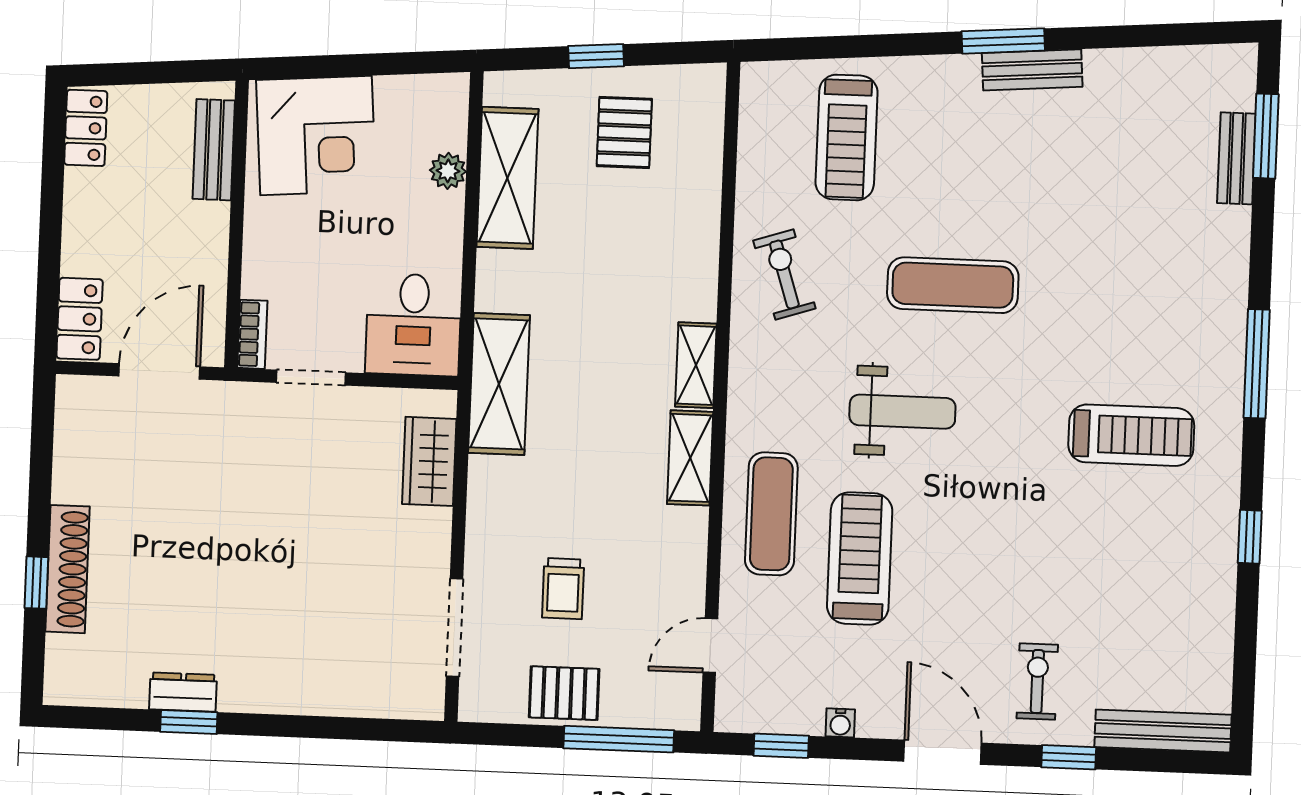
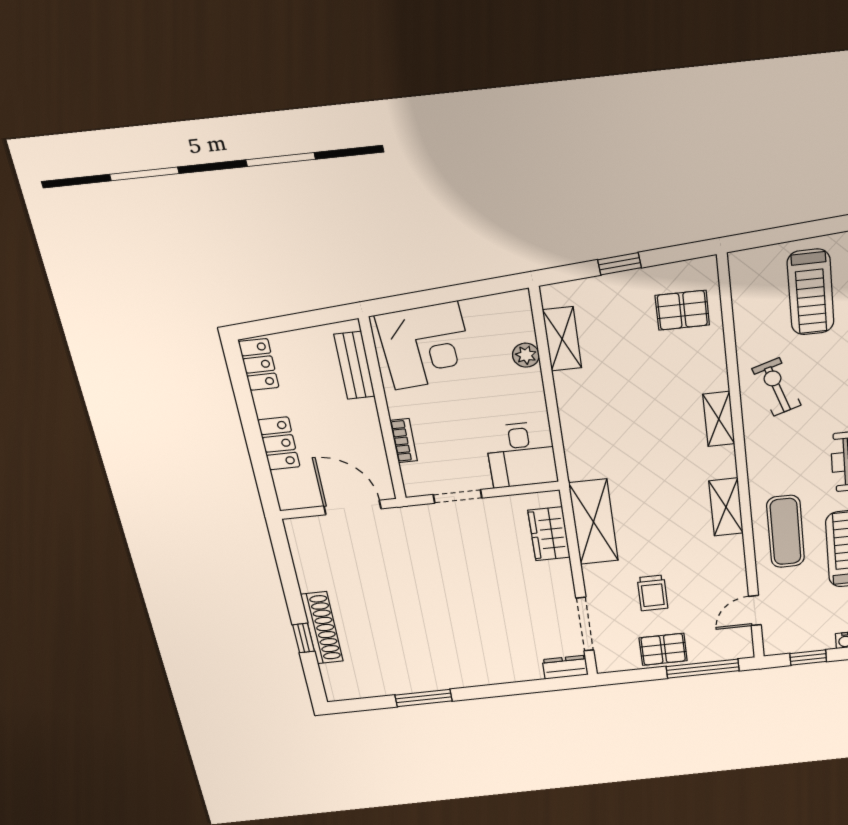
pallet: (624, 132) -> (682, 310), moved, turned 90
shelving: (507, 178) -> (562, 339), width x0.67, depth x0.75
locker: (80, 319) -> (279, 443), moved
bookcase: (252, 334) -> (404, 441), moved
shelving: (696, 365) -> (719, 419), moved
door: (159, 371) -> (352, 507), hinge flipped
shelving: (499, 384) -> (593, 522), moved
dresser: (183, 692) -> (565, 667), moved
window: (189, 722) -> (424, 698), width x1.50

